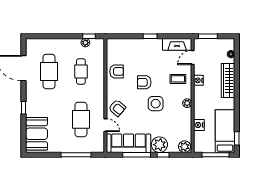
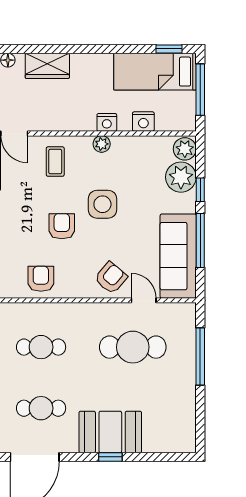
cafe table: (49, 71) -> (41, 408), width x0.73, depth x0.74
nightstand: (198, 80) -> (107, 122), moved
wardrobe: (228, 81) -> (47, 66), width x0.67
armchair: (144, 82) -> (62, 226), turned 180
door: (105, 125) -> (144, 300), hinge flipped
booth: (37, 134) -> (110, 432), moved
plant: (159, 145) -> (181, 177), moved

